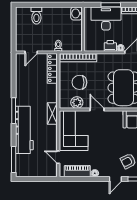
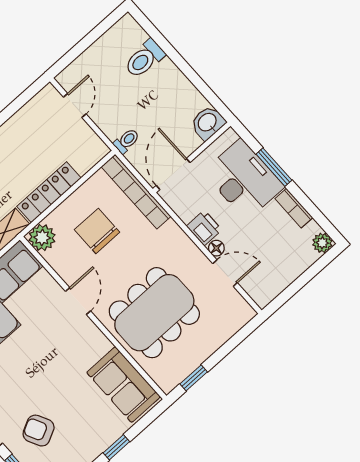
door: (83, 40) -> (173, 174), added
door: (31, 52) -> (75, 105), swing flipped
locker: (52, 68) -> (49, 192), moved
plant: (77, 103) -> (42, 238), moved

